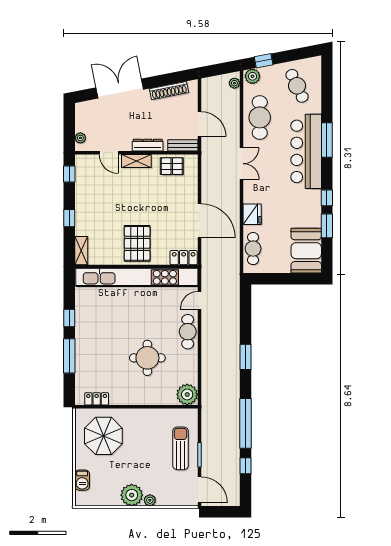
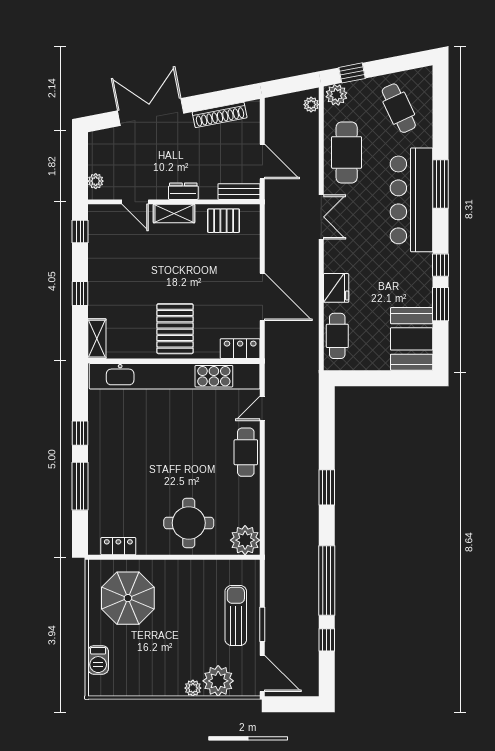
dresser: (148, 145) -> (183, 191), width x0.70
round table: (147, 358) -> (189, 523), moved
plant: (132, 495) -> (218, 681), moved

